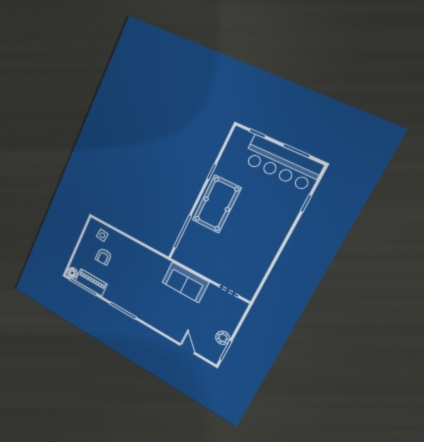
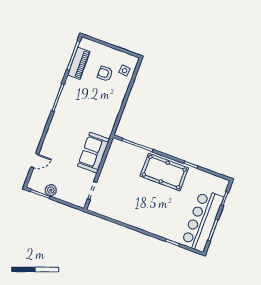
floor lamp: (72, 273) -> (85, 43), removed

